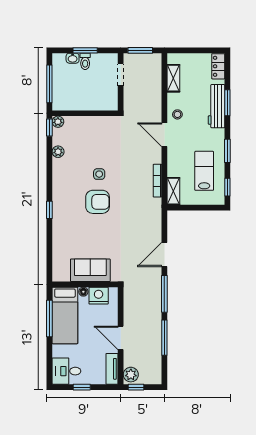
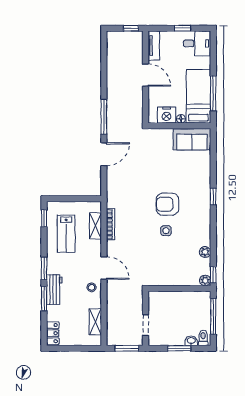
toilet: (85, 61) -> (203, 338), moved
workbench: (217, 106) -> (54, 290), width x0.73
window: (227, 151) -> (44, 268), moved
shelving: (173, 191) -> (95, 226), moved
sofa: (90, 270) -> (192, 139), moved
window: (164, 338) -> (104, 75), removed
plant: (131, 375) -> (136, 40), removed

